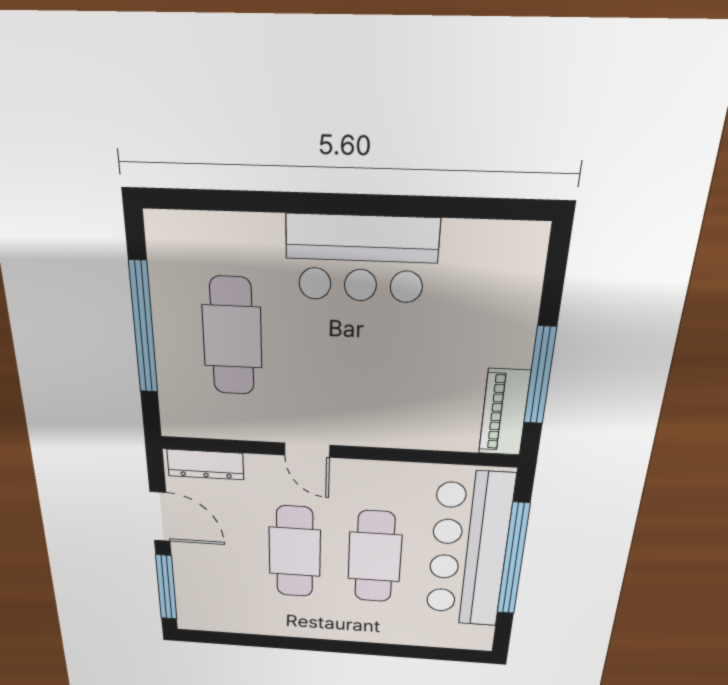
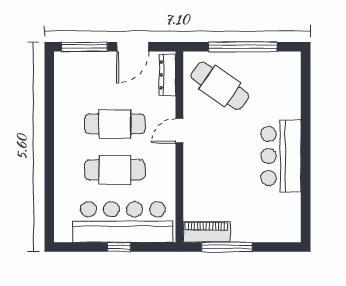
cafe table: (232, 337) -> (220, 86), moved, turned 35
window: (513, 559) -> (119, 247), width x0.32

